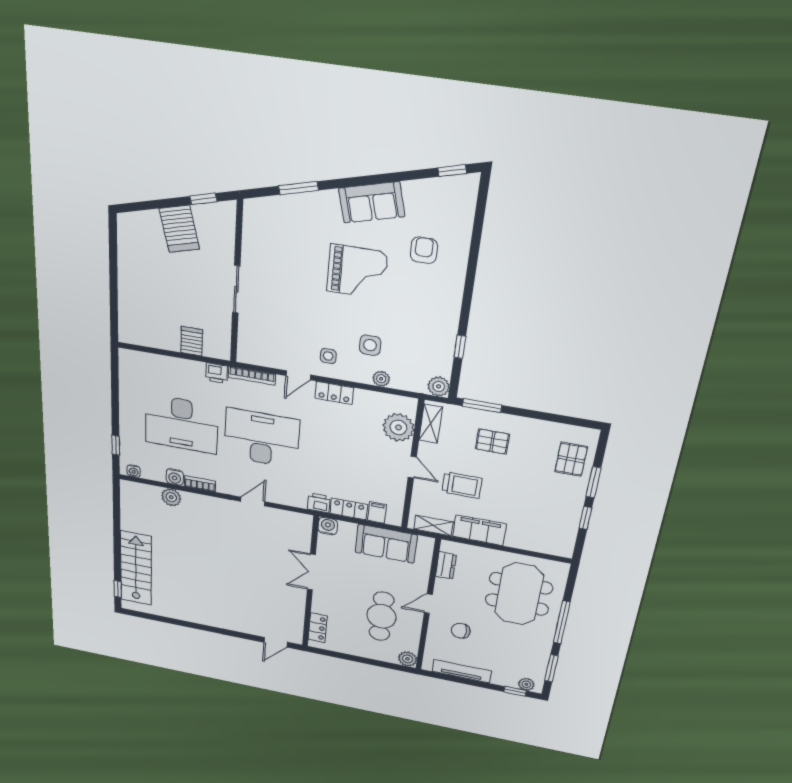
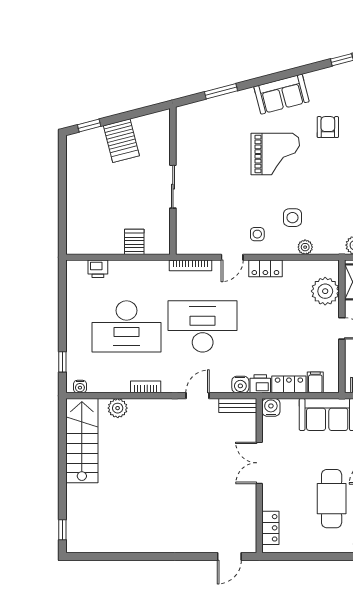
window: (203, 199) -> (89, 126), moved
printer: (217, 373) -> (98, 269), moved
water cooler: (175, 477) -> (240, 385), moved
bench: (293, 518) -> (238, 406), added
stairs: (136, 568) -> (82, 441), moved

